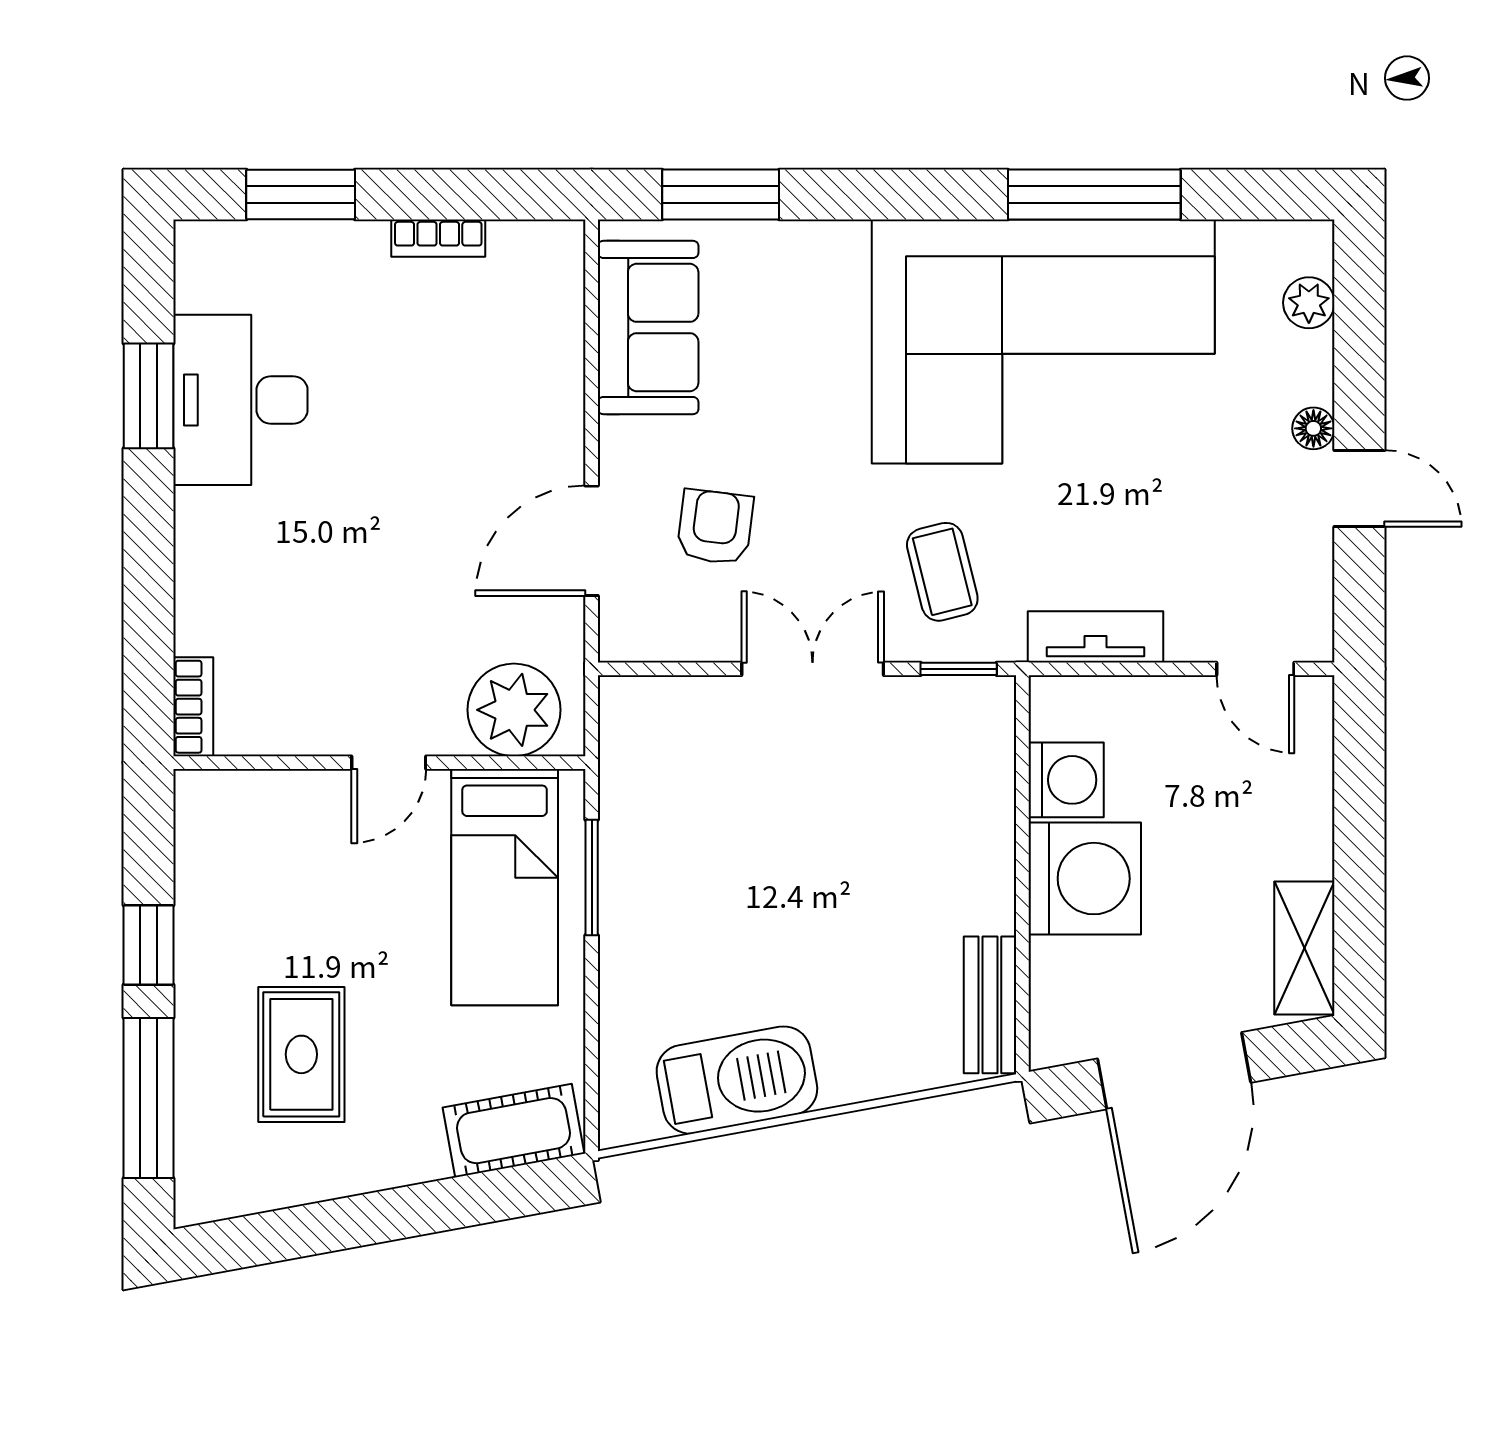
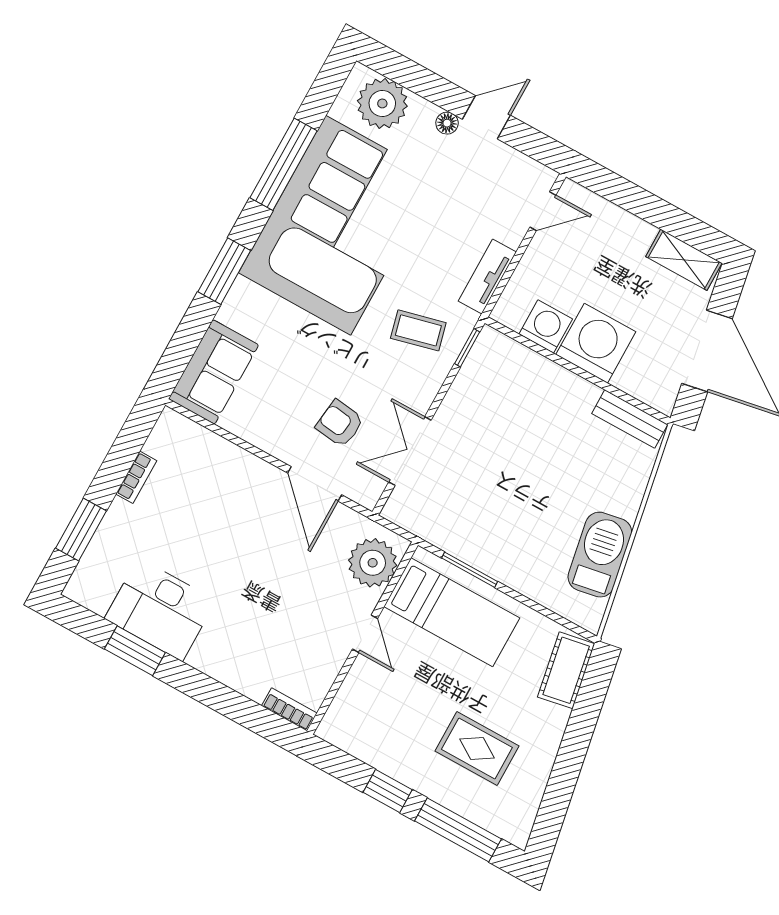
window: (721, 195) -> (224, 271), moved
plant: (1309, 303) -> (382, 103), width x1.87, depth x1.87
sofa: (648, 327) -> (214, 372), moved, turned 90
double door: (813, 669) -> (410, 451), moved

